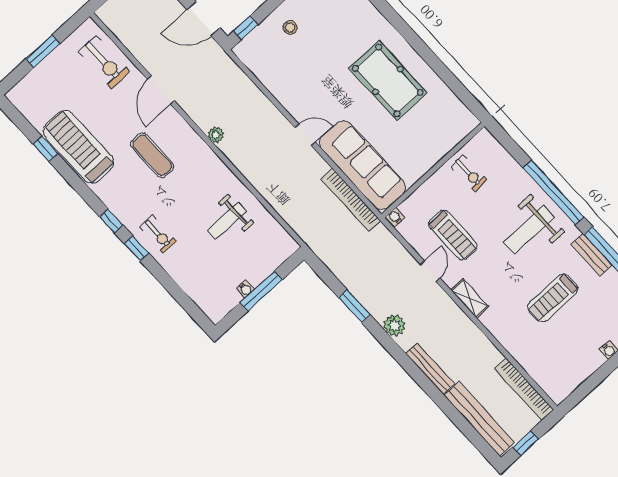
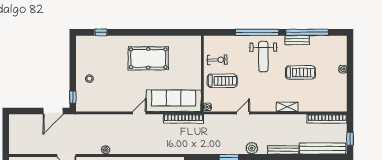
treadmill: (453, 235) -> (222, 81), moved
door: (430, 271) -> (243, 113), hinge flipped
shelving: (470, 298) -> (287, 107), moved
treadmill: (553, 298) -> (300, 72), turned -90

